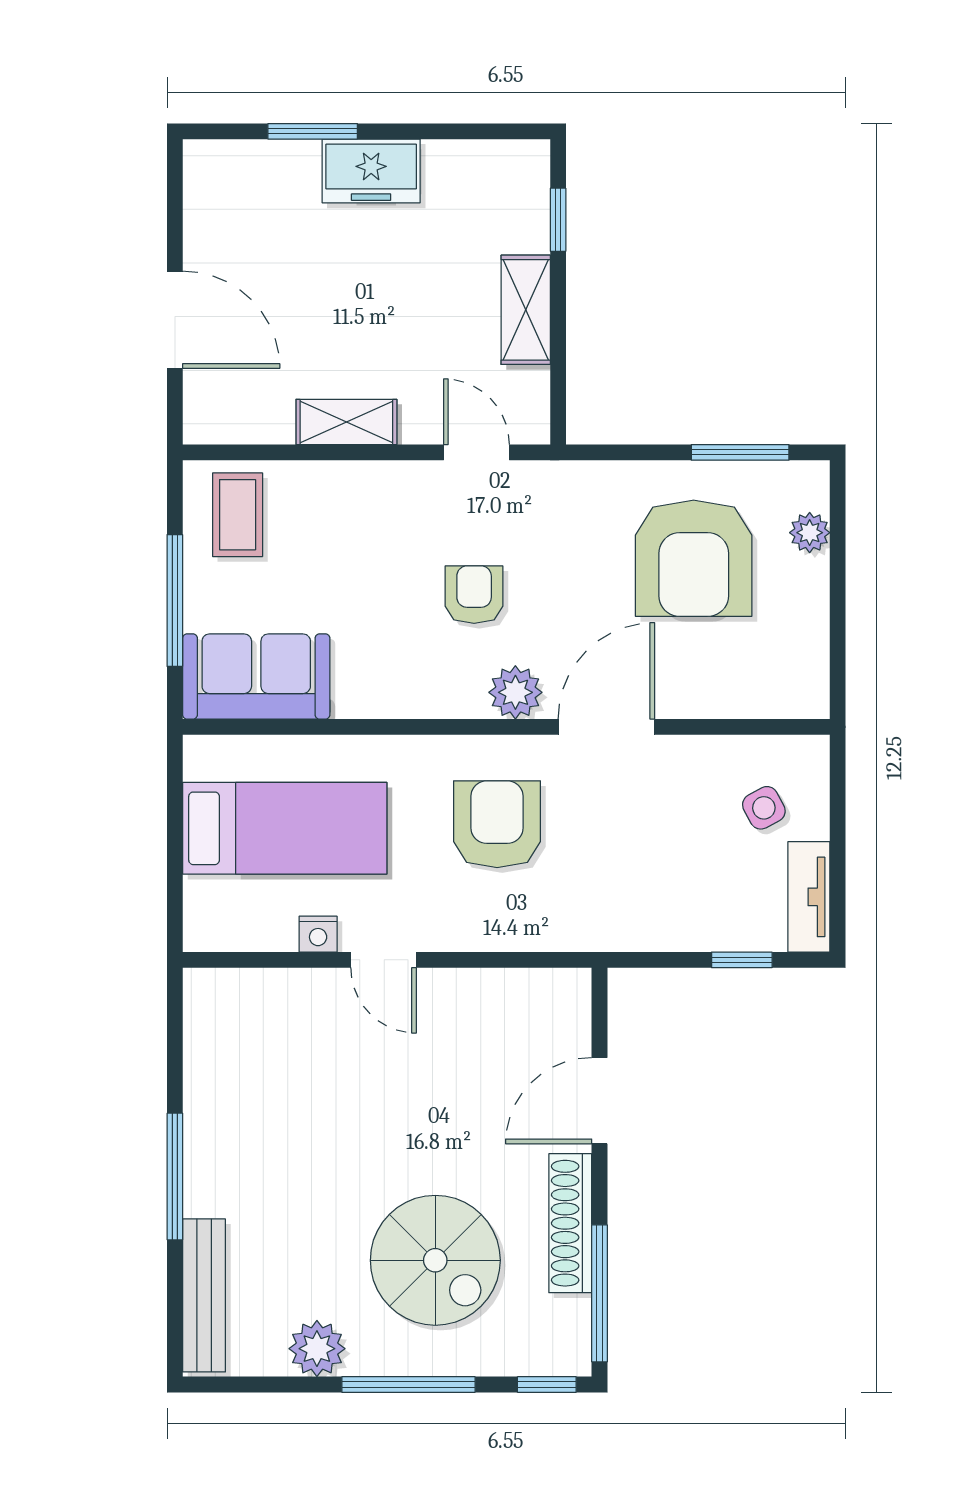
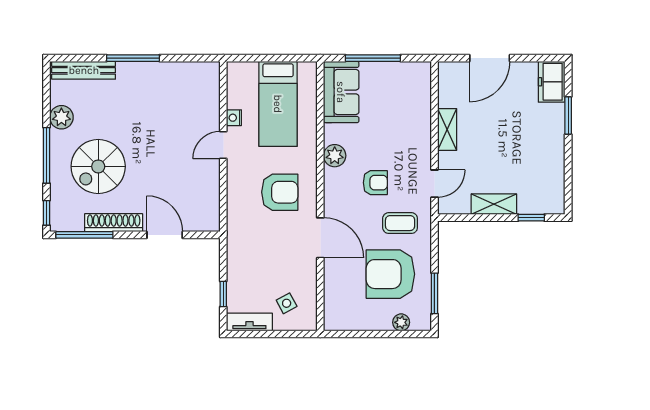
freezer: (371, 171) -> (552, 82), moved
coffee table: (238, 515) -> (400, 223), moved
plant: (515, 692) -> (335, 156), moved

